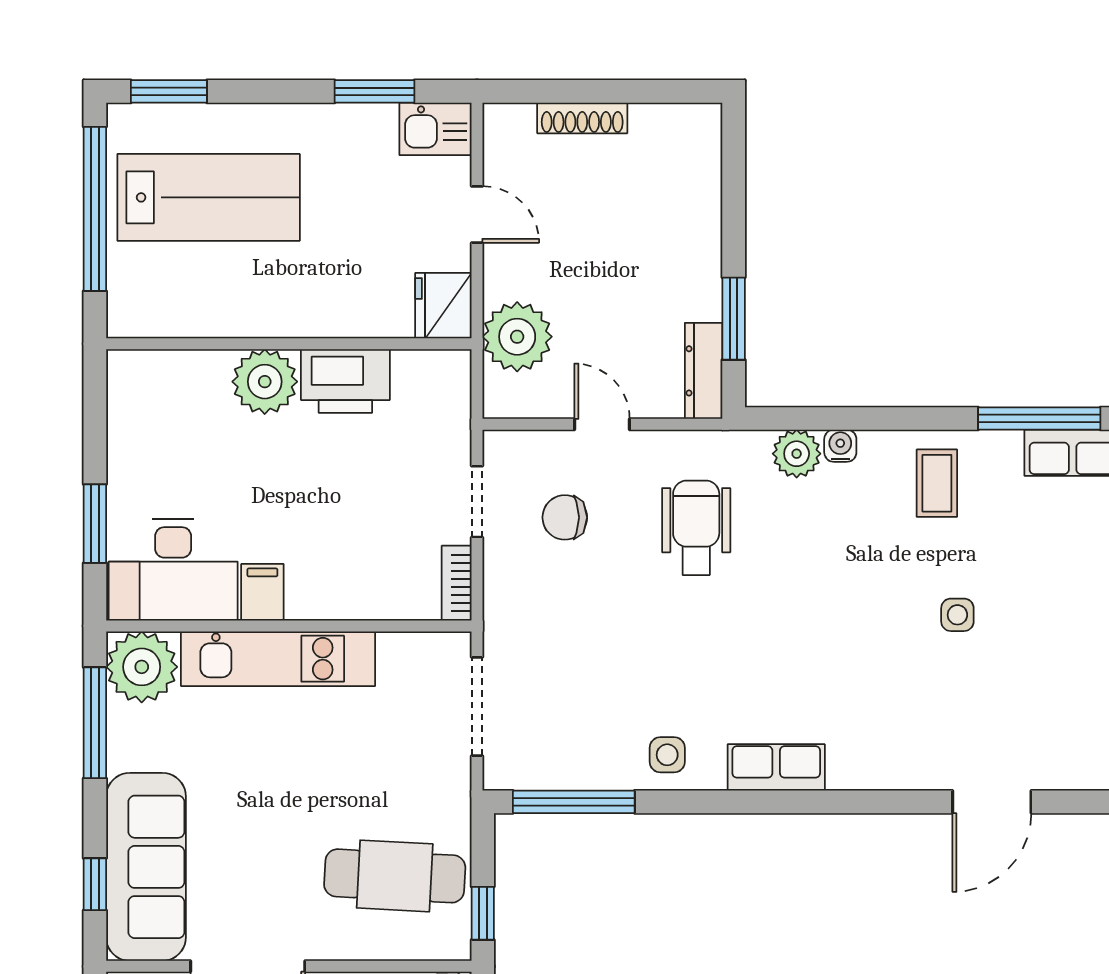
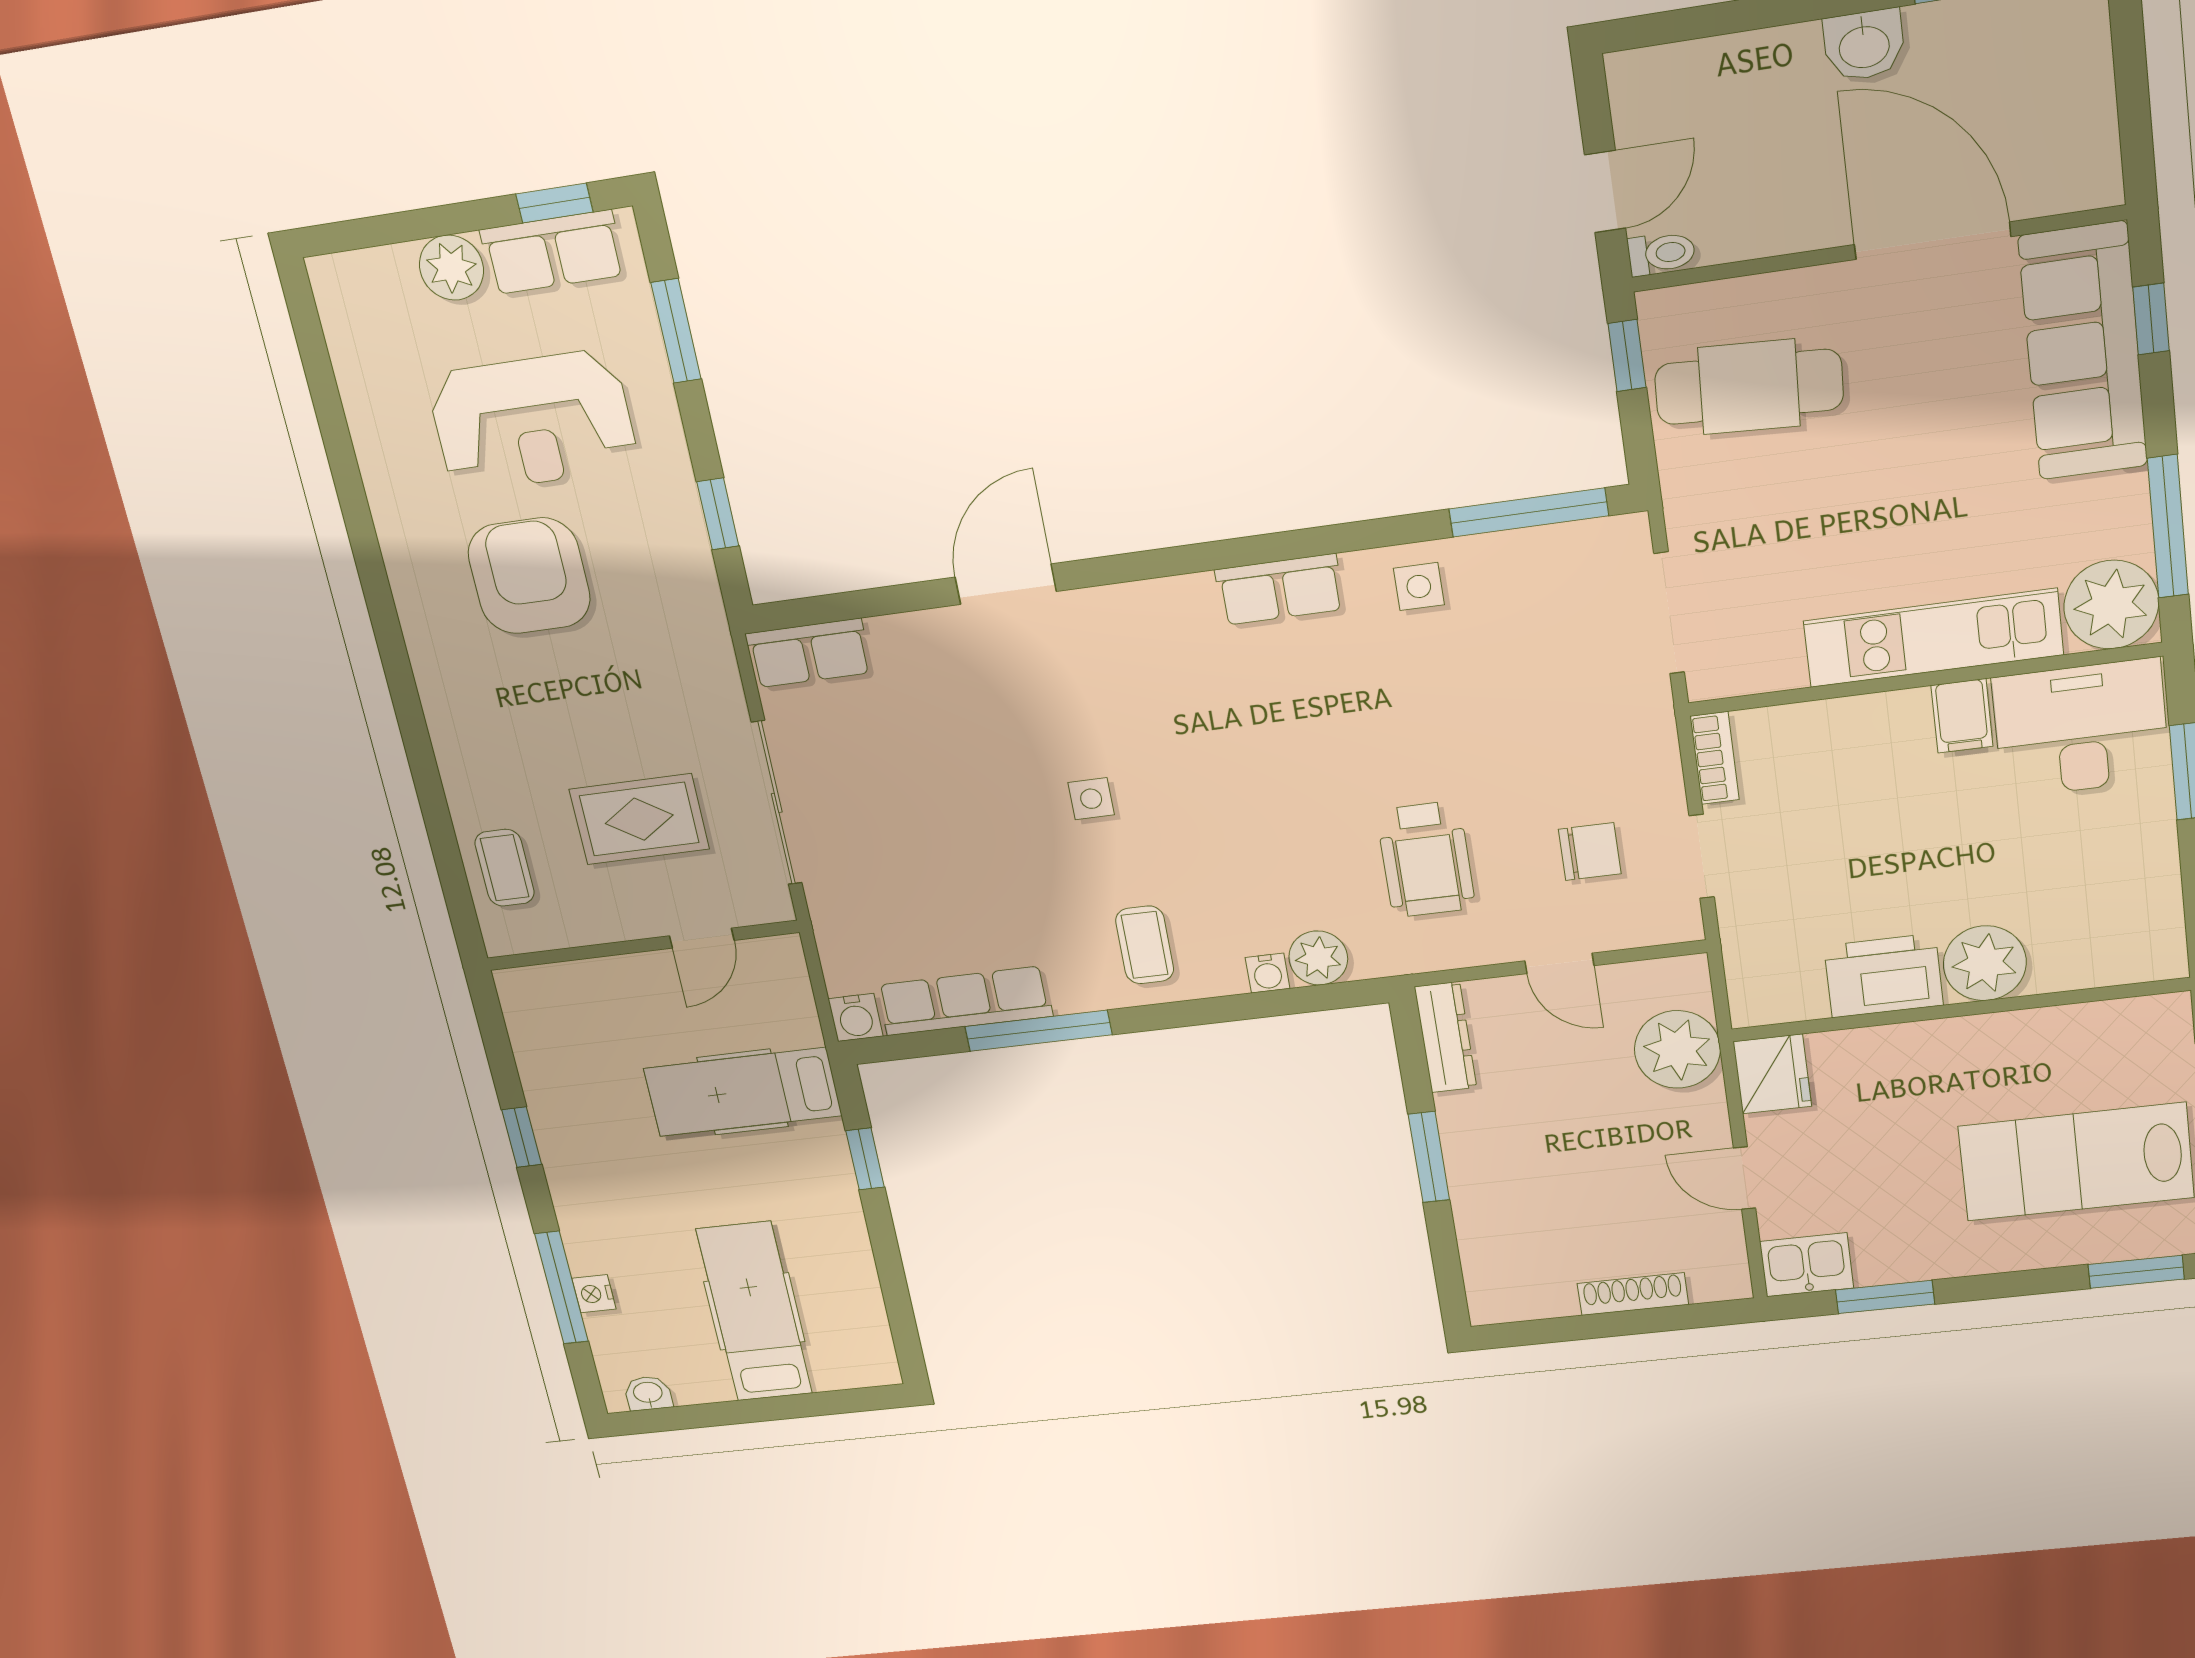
window: (734, 319) -> (1429, 1157), moved

